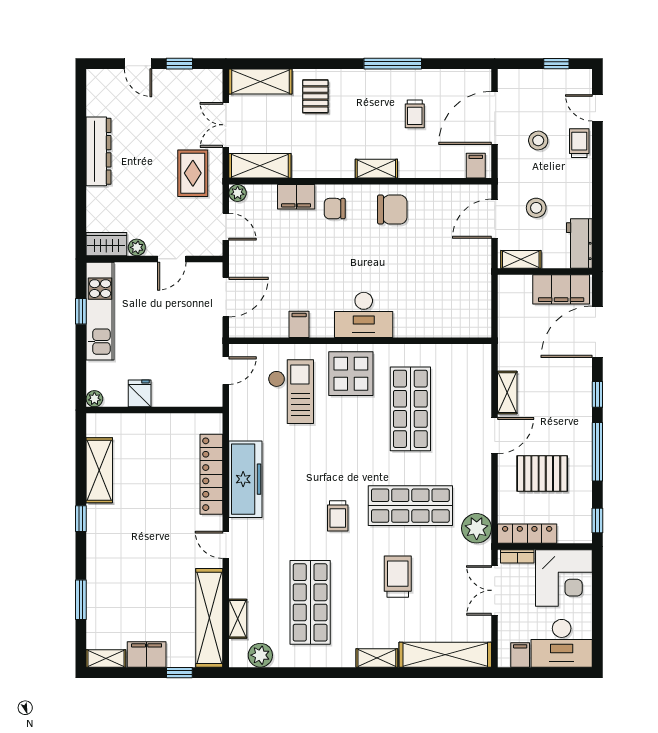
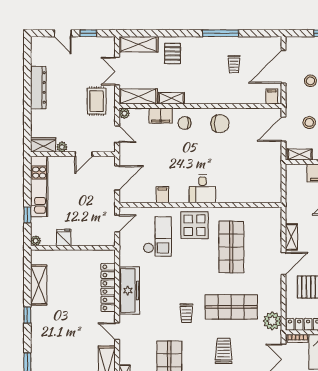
shelving: (376, 169) -> (171, 98), moved
window: (81, 311) -> (27, 215), moved
desk: (364, 315) -> (202, 189), width x0.73

